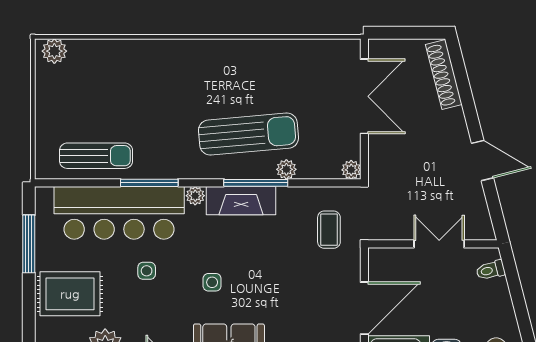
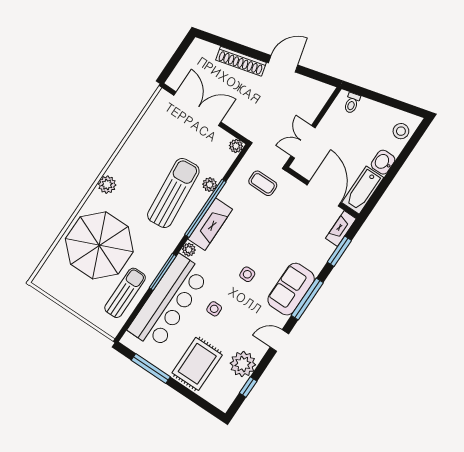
plant: (54, 51) -> (107, 185), moved
shoe rack: (444, 75) -> (241, 61), moved
parasol: (131, 89) -> (99, 245), added
window: (256, 183) -> (205, 208), width x1.46
double door: (439, 244) -> (303, 142), moved

